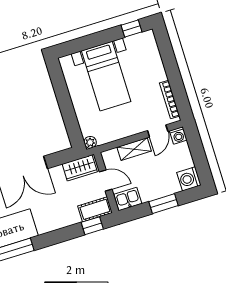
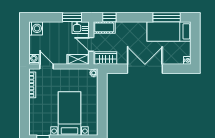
door: (158, 131) -> (47, 66), hinge flipped
shelving: (134, 149) -> (78, 59), moved
window: (163, 204) -> (72, 17), moved

